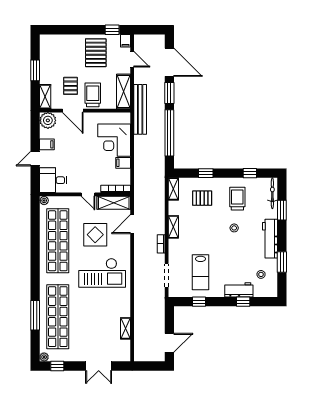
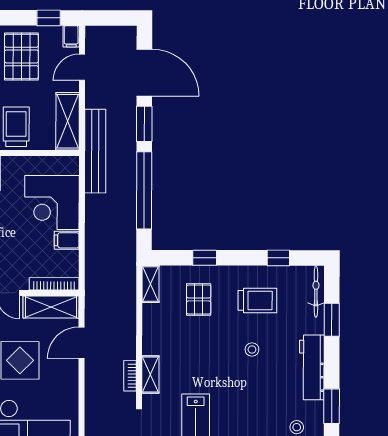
door: (132, 59) -> (82, 67), swing flipped
pallet: (202, 198) -> (199, 299), turned 90
trolley: (237, 199) -> (257, 300), turned 90
shelving: (173, 227) -> (150, 375), moved

